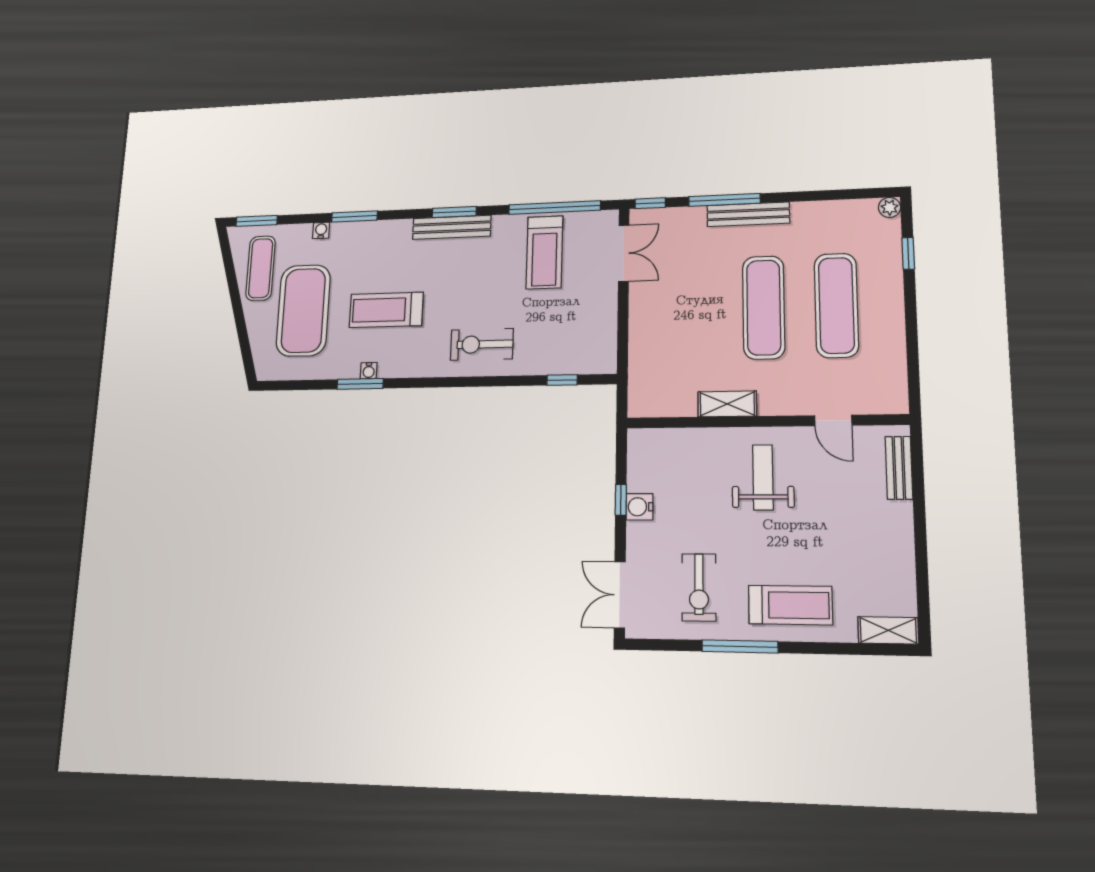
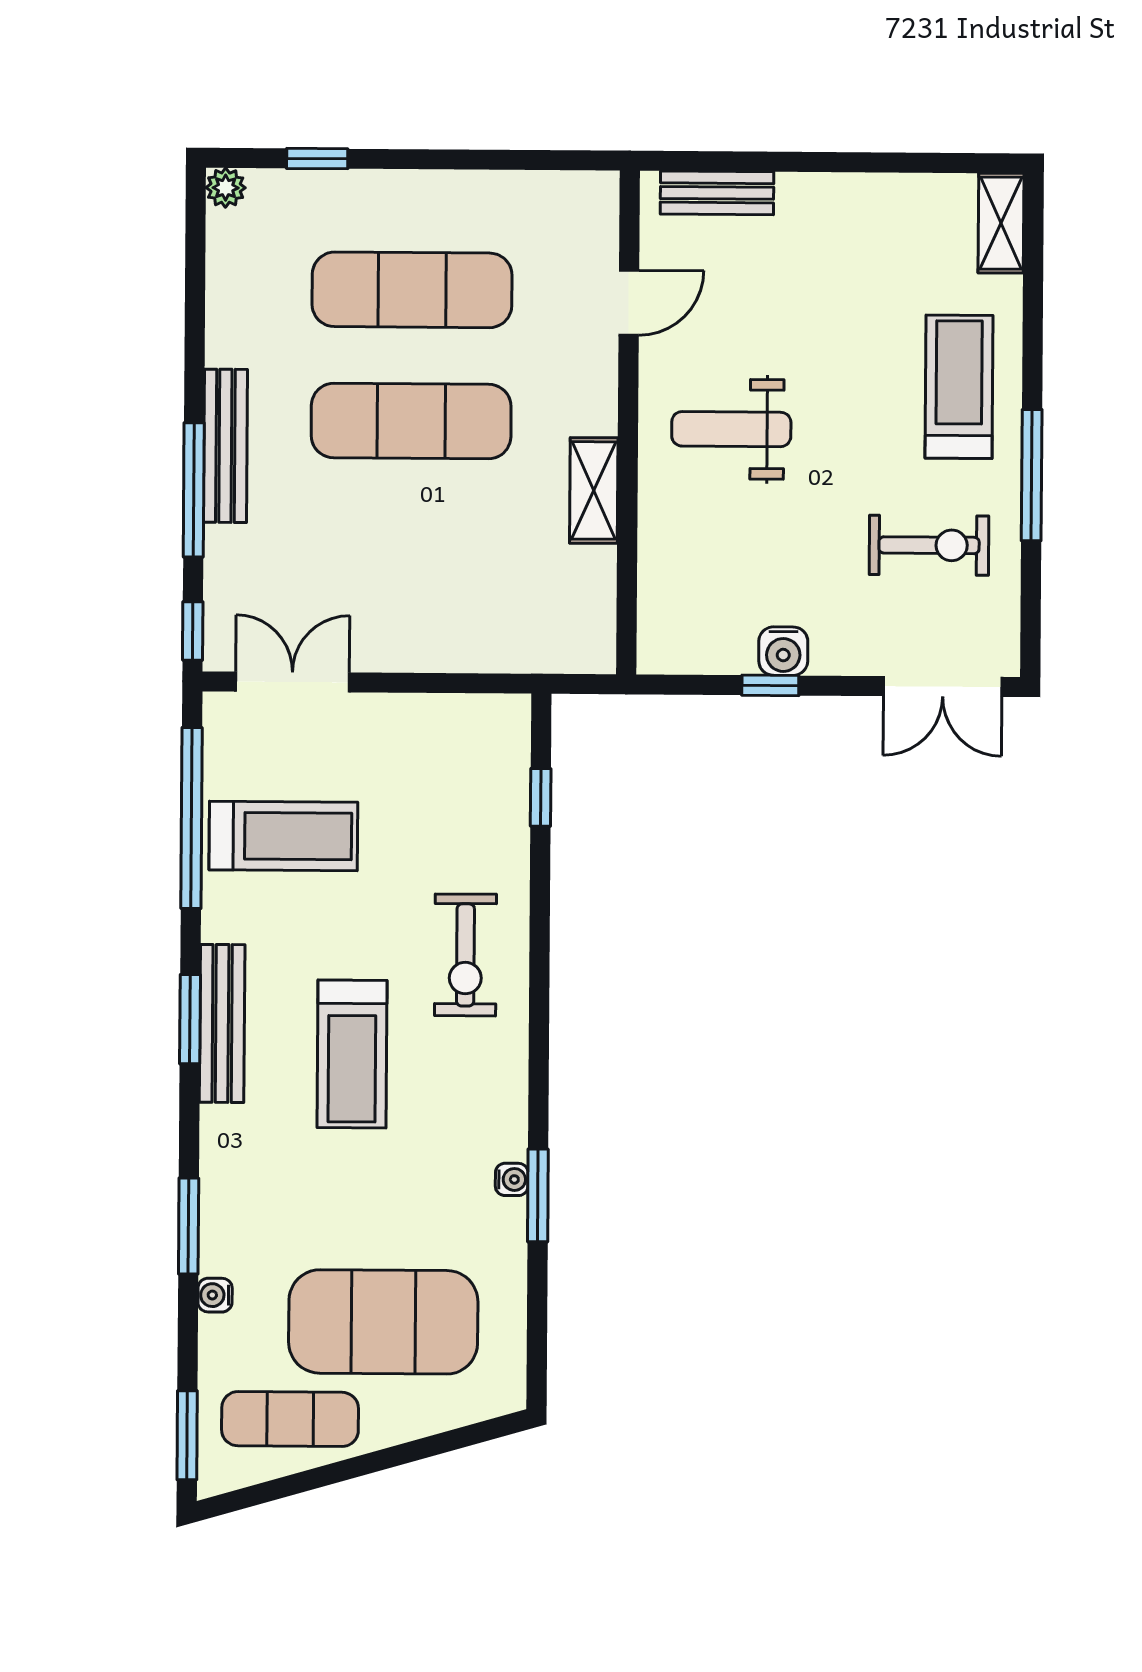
treadmill: (386, 310) -> (352, 1054), moved

